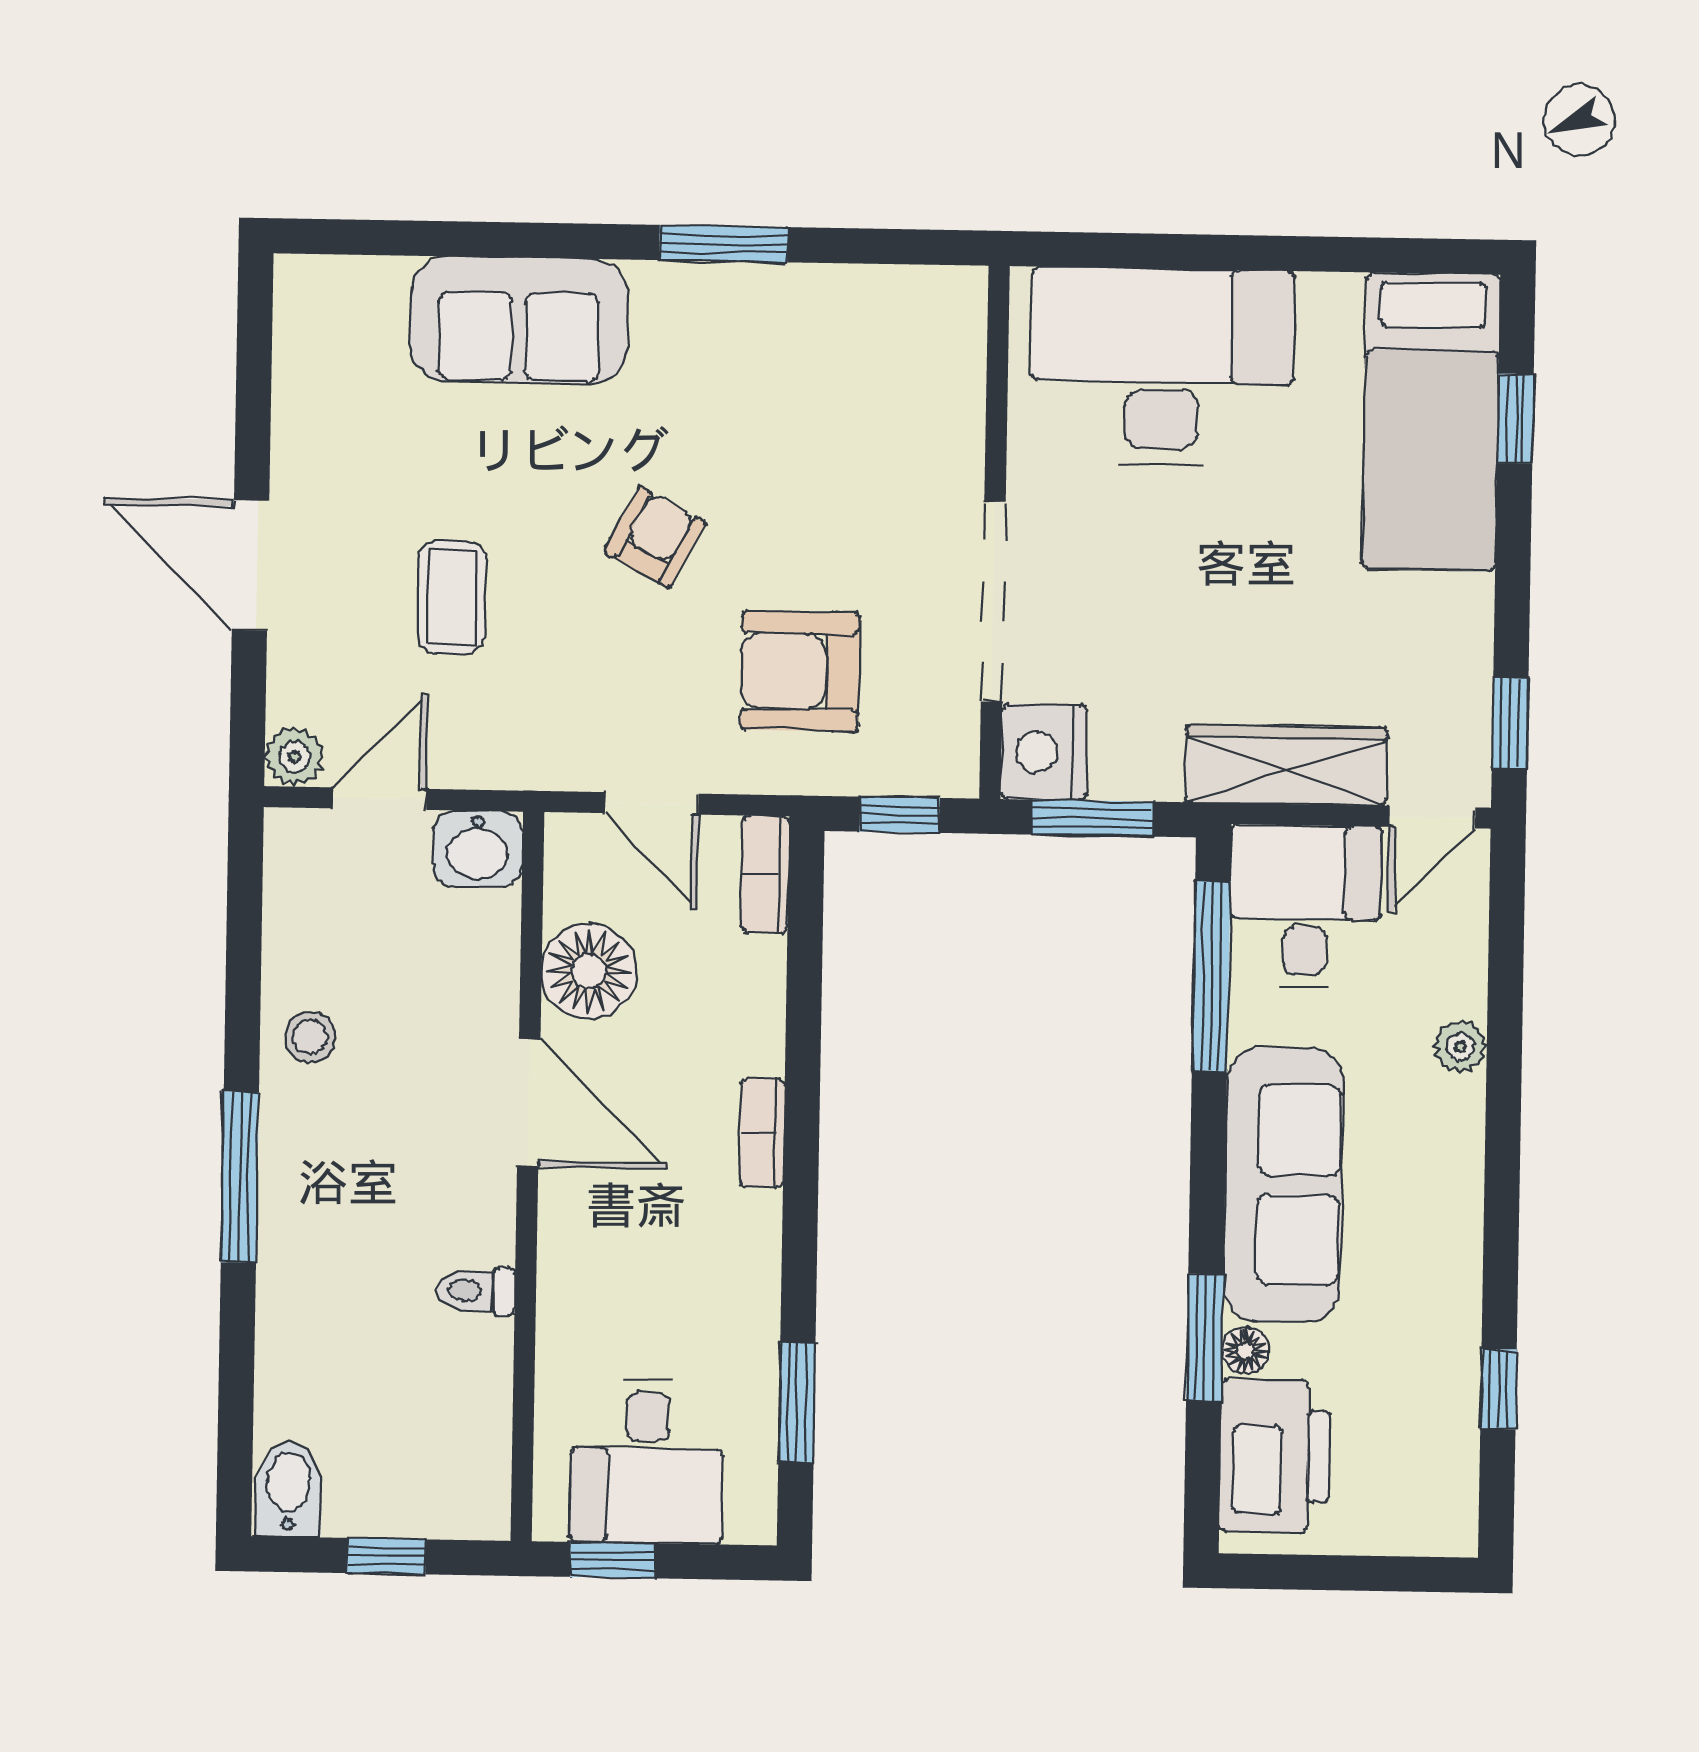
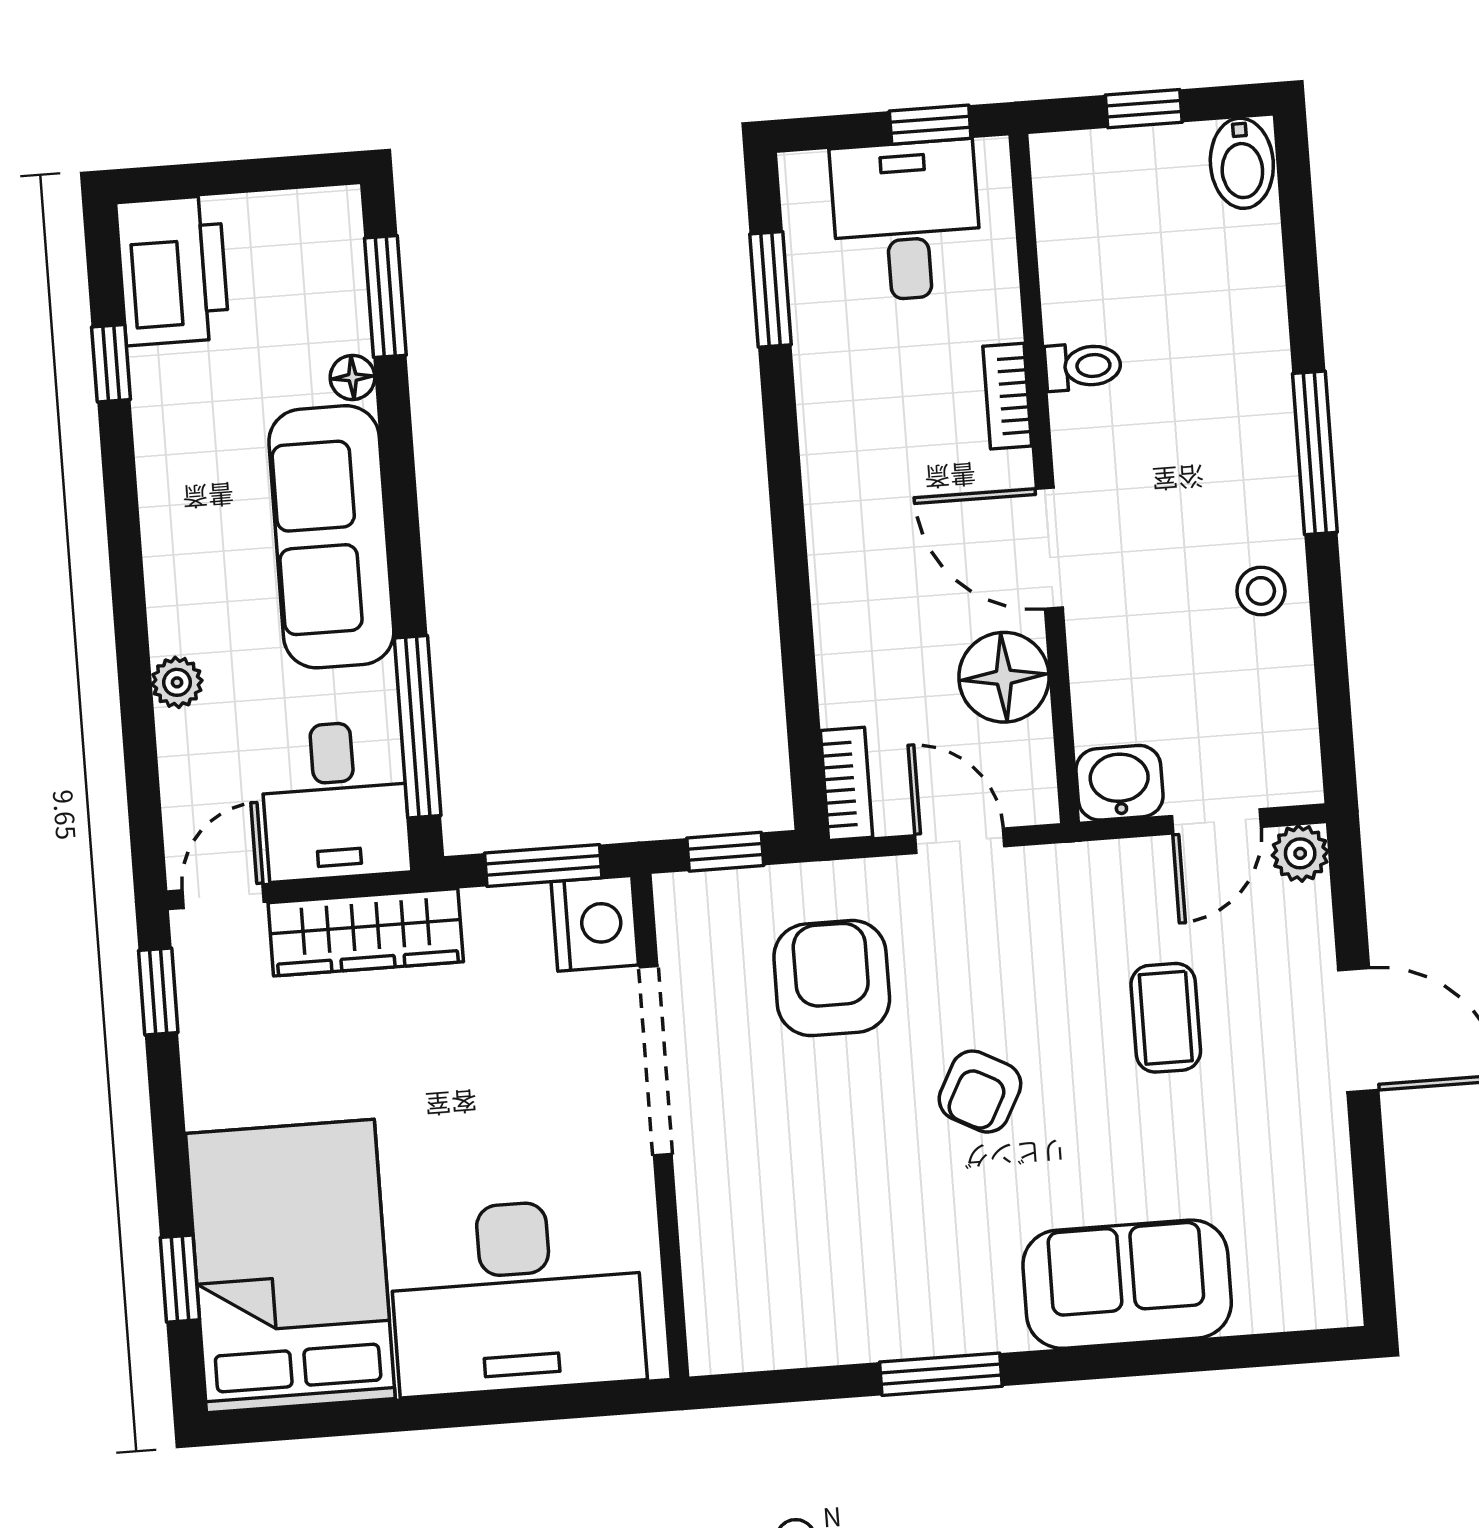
bed: (1431, 422) -> (290, 1266), width x1.50
armchair: (800, 671) -> (832, 978), turned -90
bookcase: (762, 1133) -> (1007, 396), moved, turned 180
window: (1205, 1337) -> (385, 297), moved
printer: (1275, 1456) -> (173, 270), moved, turned 180

